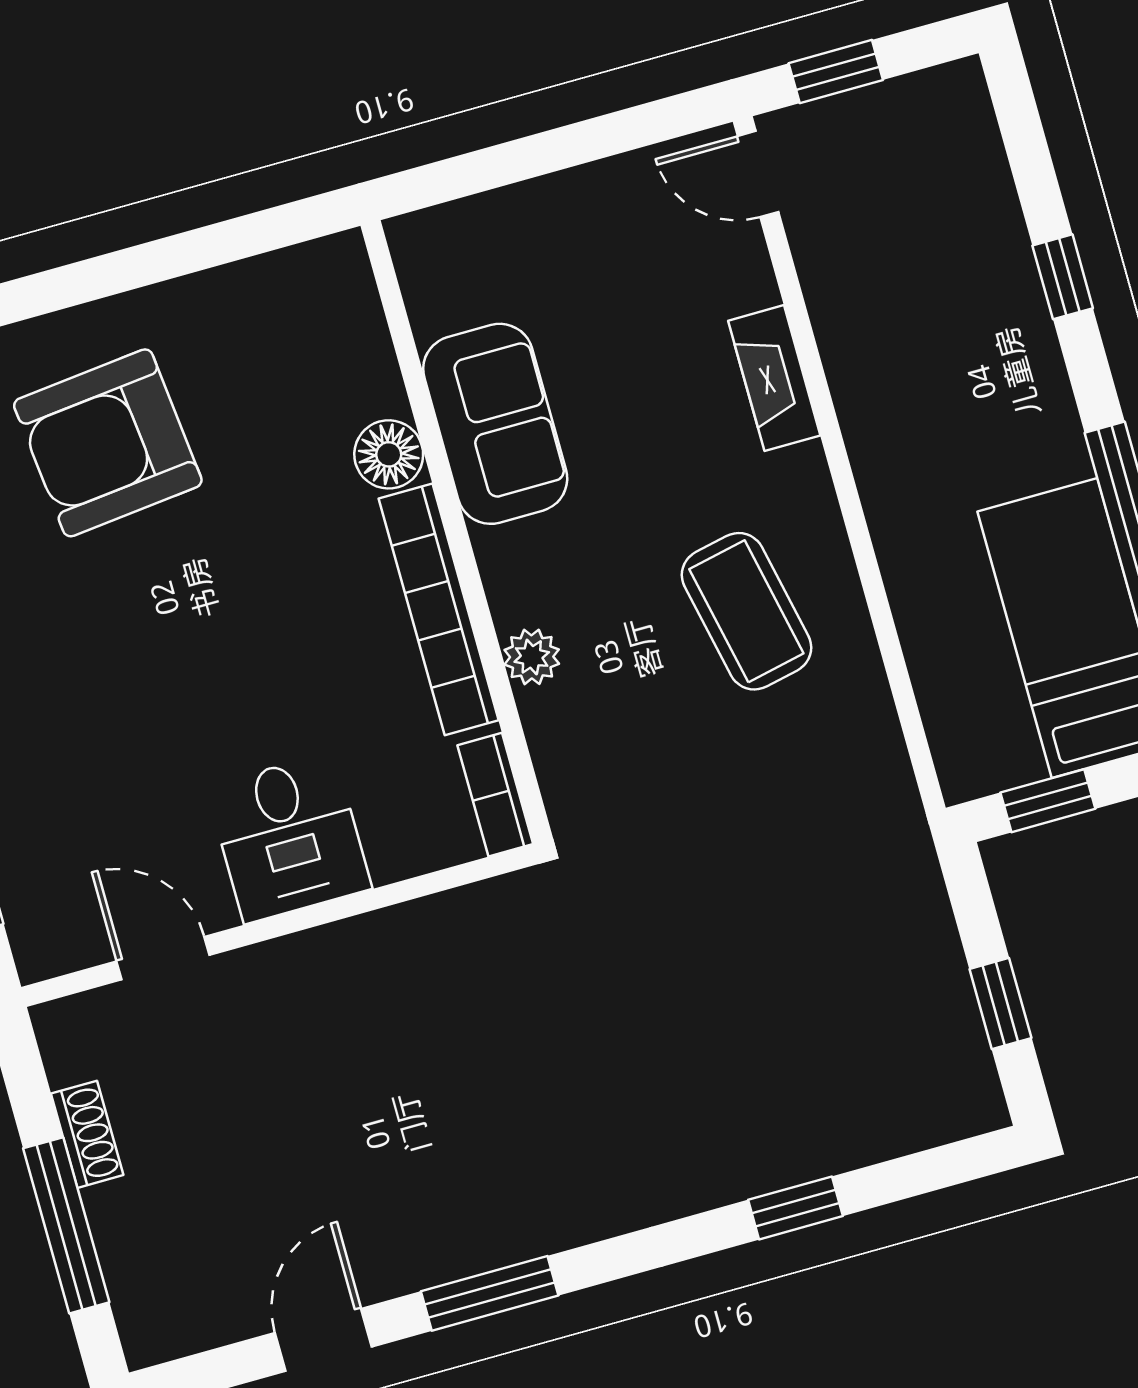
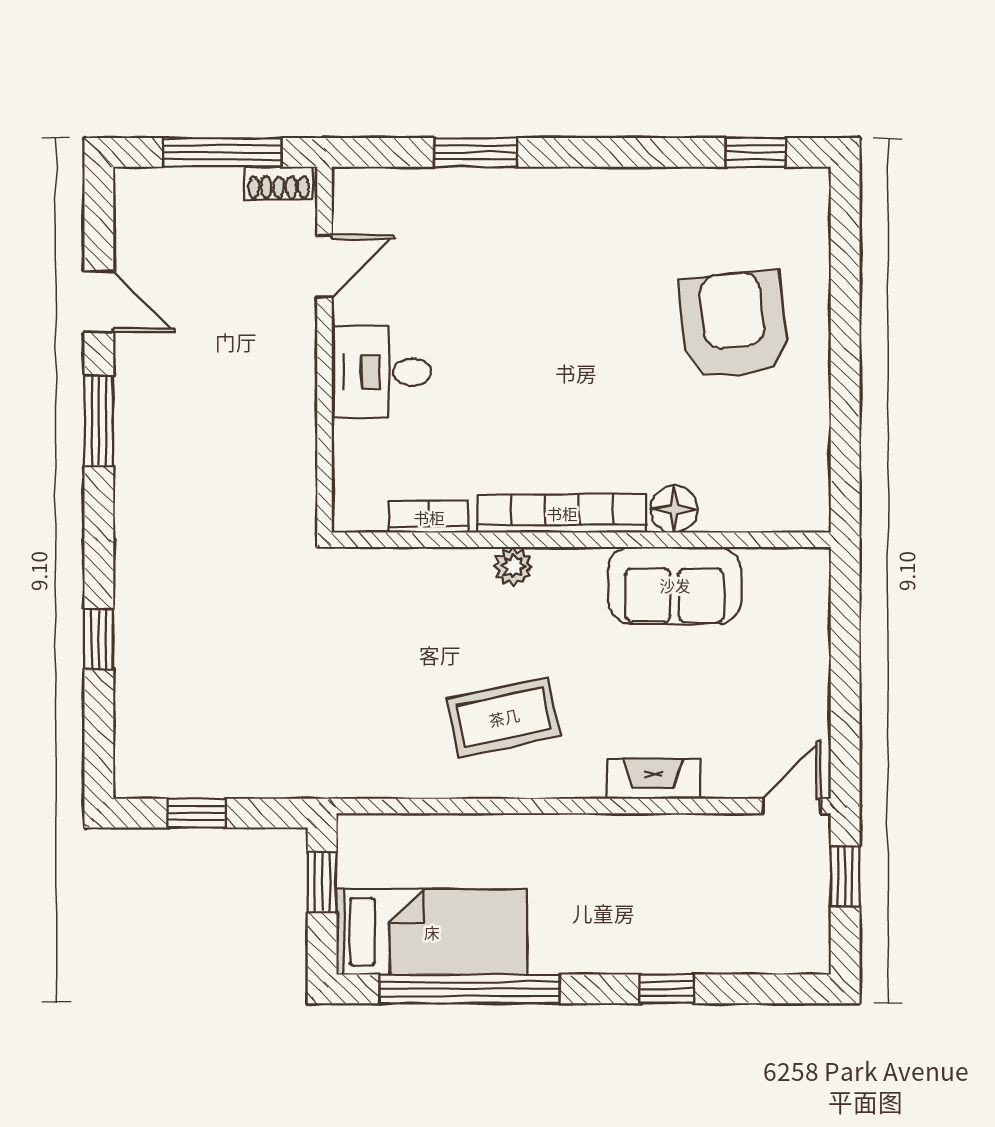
desk: (289, 838) -> (381, 372), moved
wall: (280, 926) -> (325, 350), moved
door: (163, 958) -> (325, 266), moved

